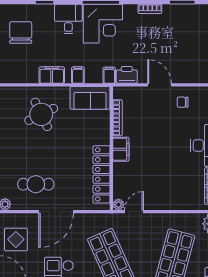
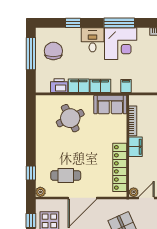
filing cabinet: (78, 75) -> (100, 86), width x2.00
printer: (127, 75) -> (59, 86), moved

